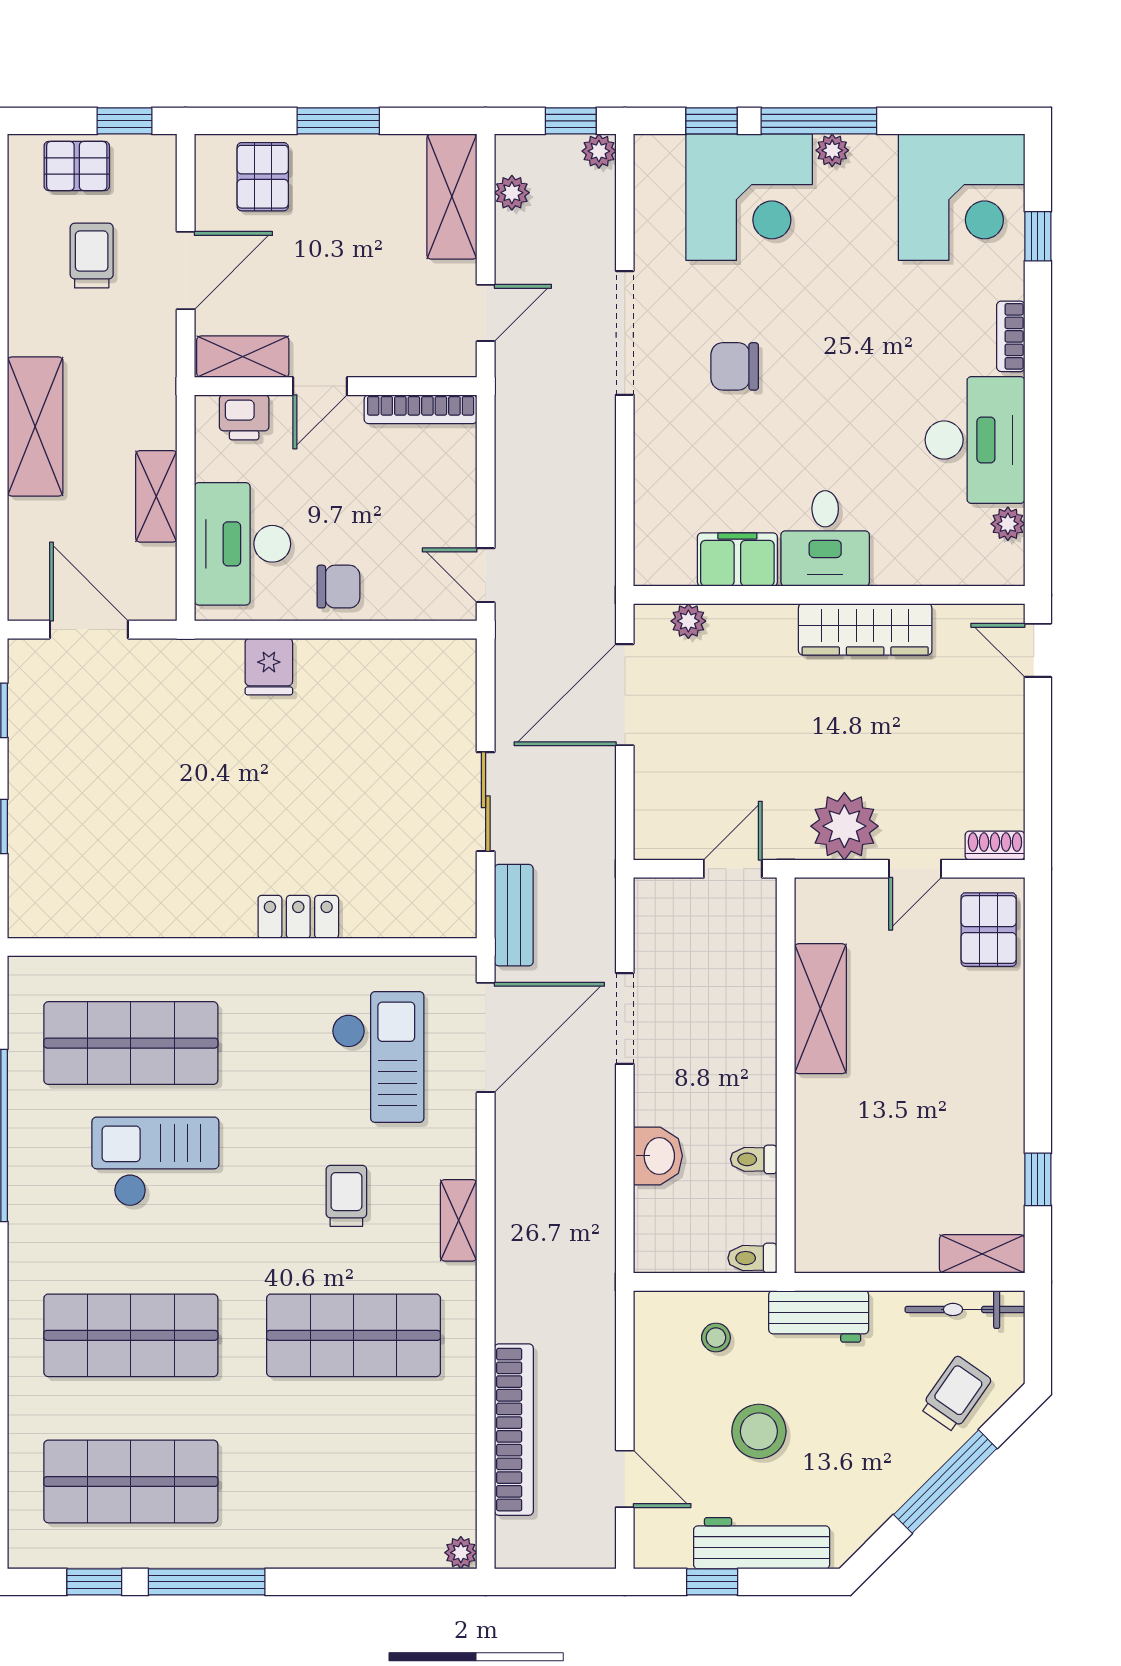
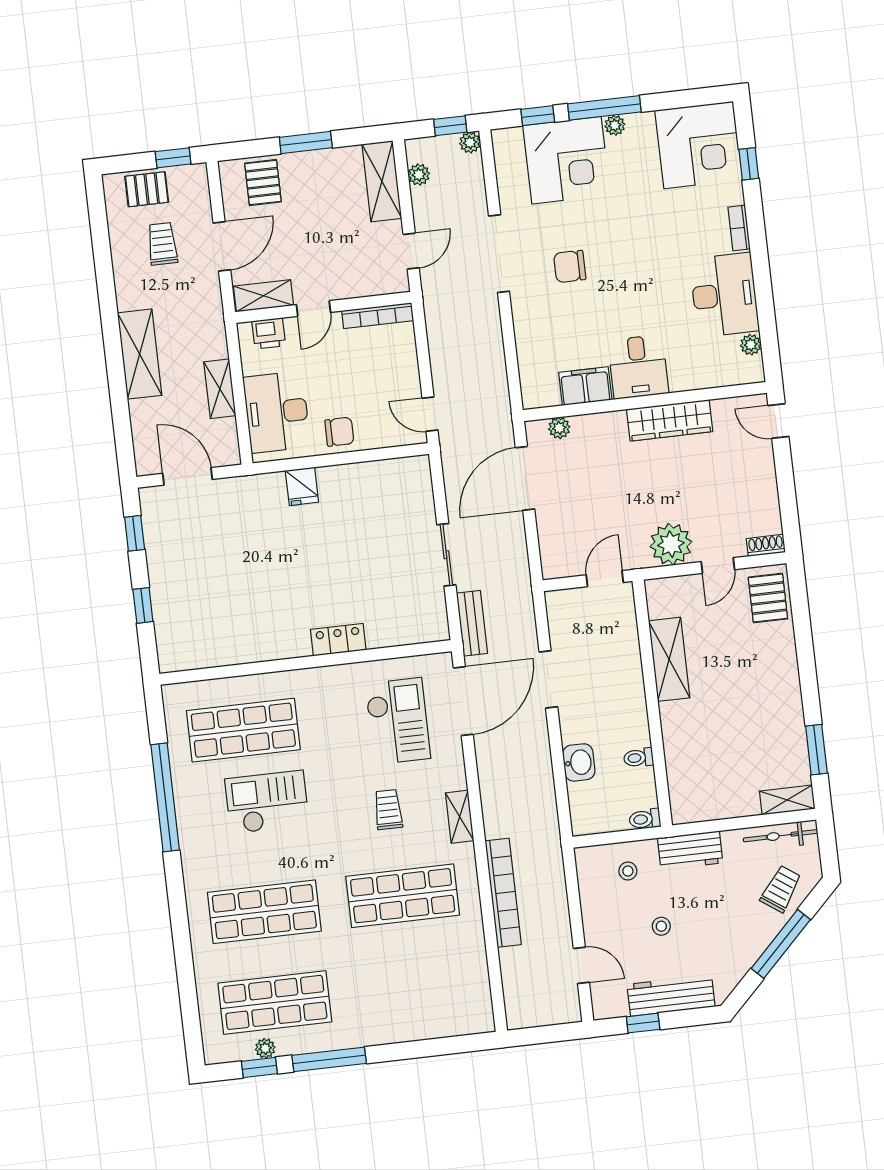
window: (1038, 1179) -> (816, 750), width x1.50
bookcase: (514, 1430) -> (503, 893), moved
stool: (759, 1431) -> (661, 926), width x0.53, depth x0.53
plant: (461, 1553) -> (265, 1048), moved

